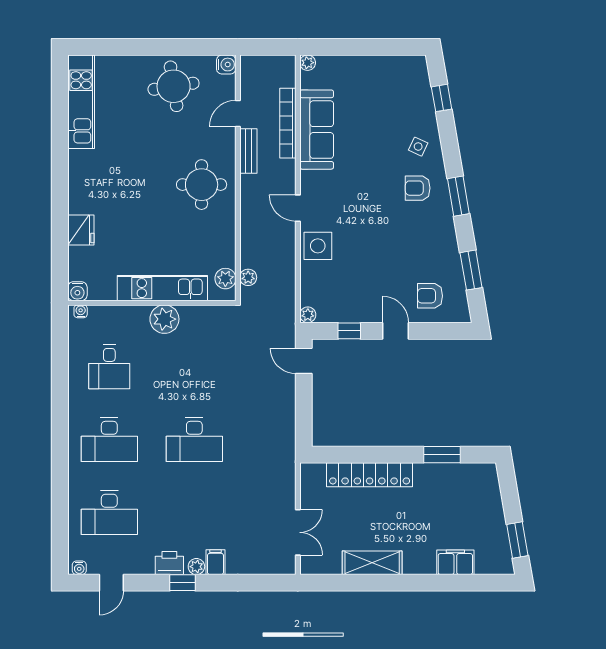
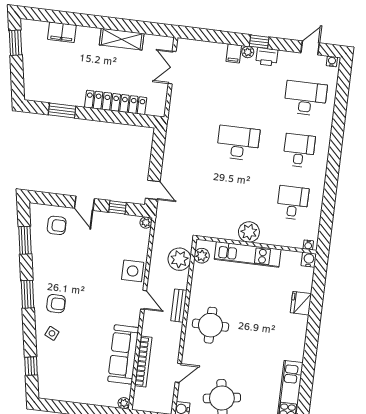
bench: (248, 151) -> (179, 306), moved
plant: (248, 277) -> (179, 259), width x1.88, depth x1.88
desk: (109, 440) -> (299, 150), width x0.73

